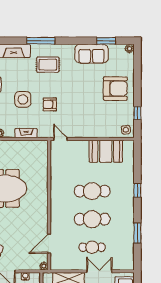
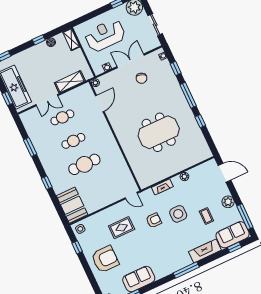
rug: (48, 65) -> (122, 228), moved
armchair: (115, 89) -> (105, 259), turned 180
booth: (106, 151) -> (72, 205), moved, turned 90
cafe table: (92, 219) -> (73, 141), width x0.73, depth x0.74

